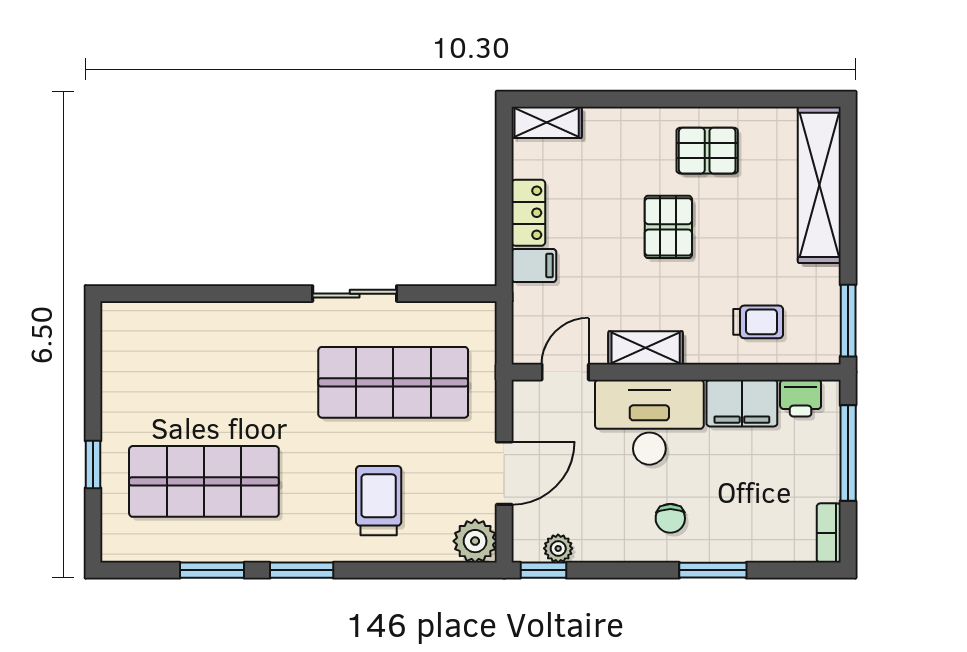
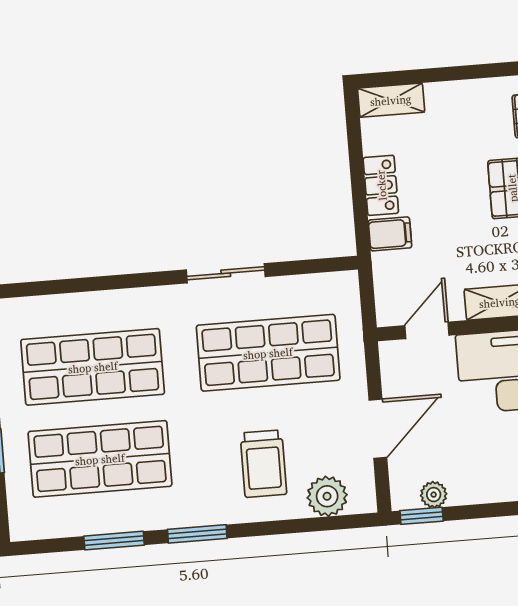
shop shelf: (204, 382) -> (93, 367), added
trolley: (379, 501) -> (263, 464), turned 180
plant: (475, 541) -> (327, 496), moved

